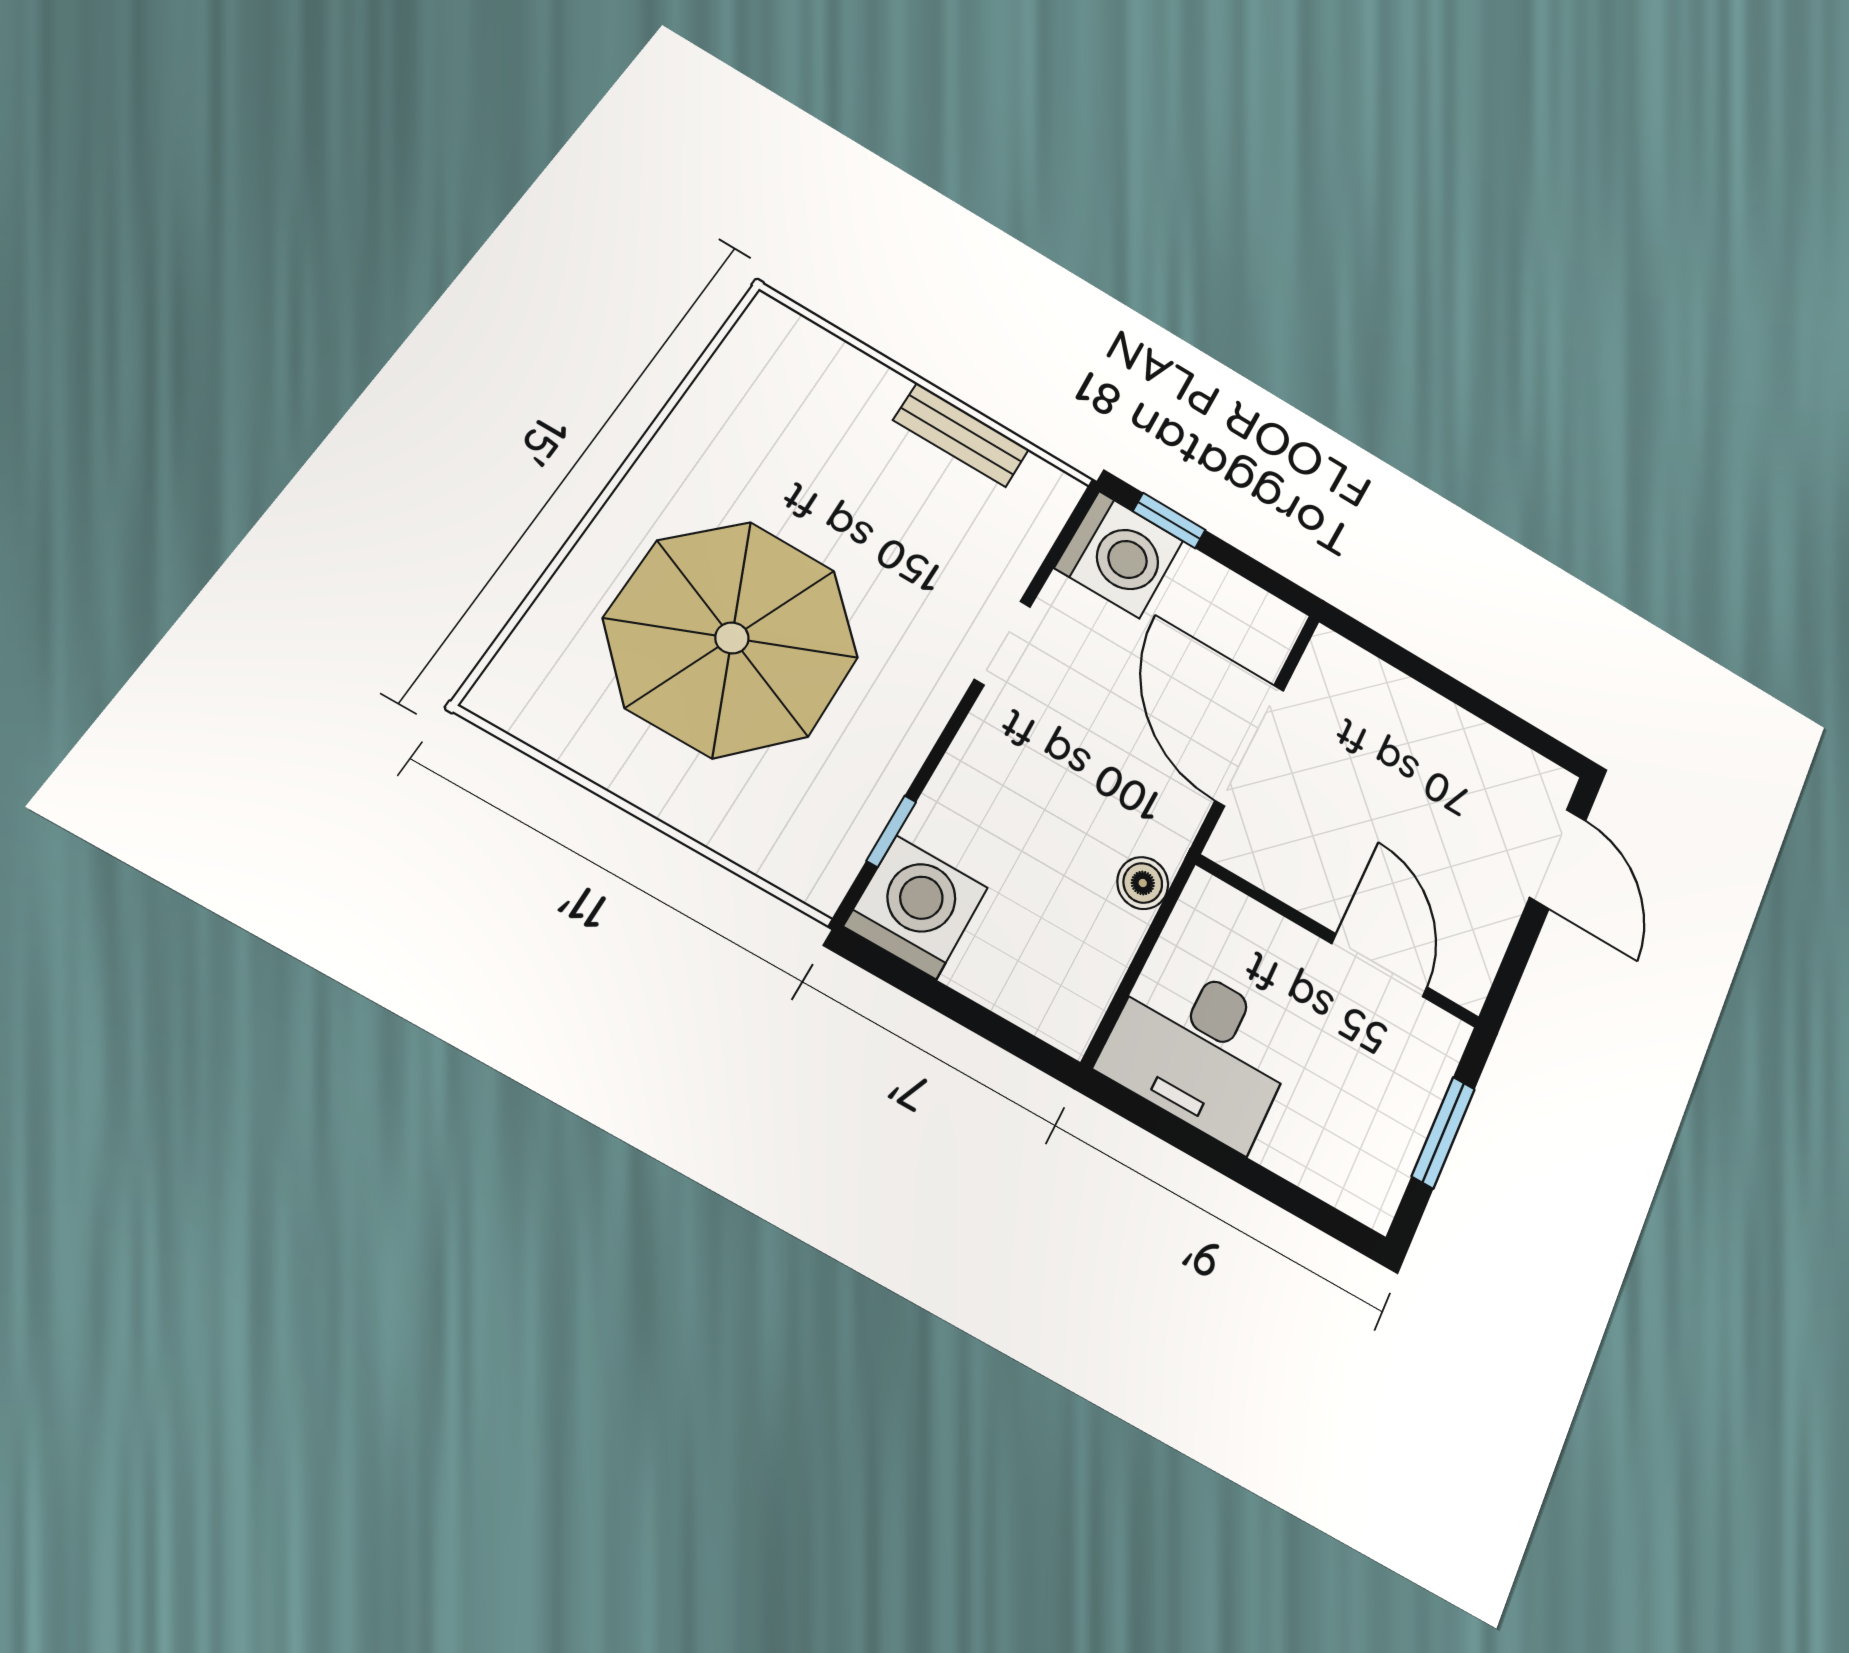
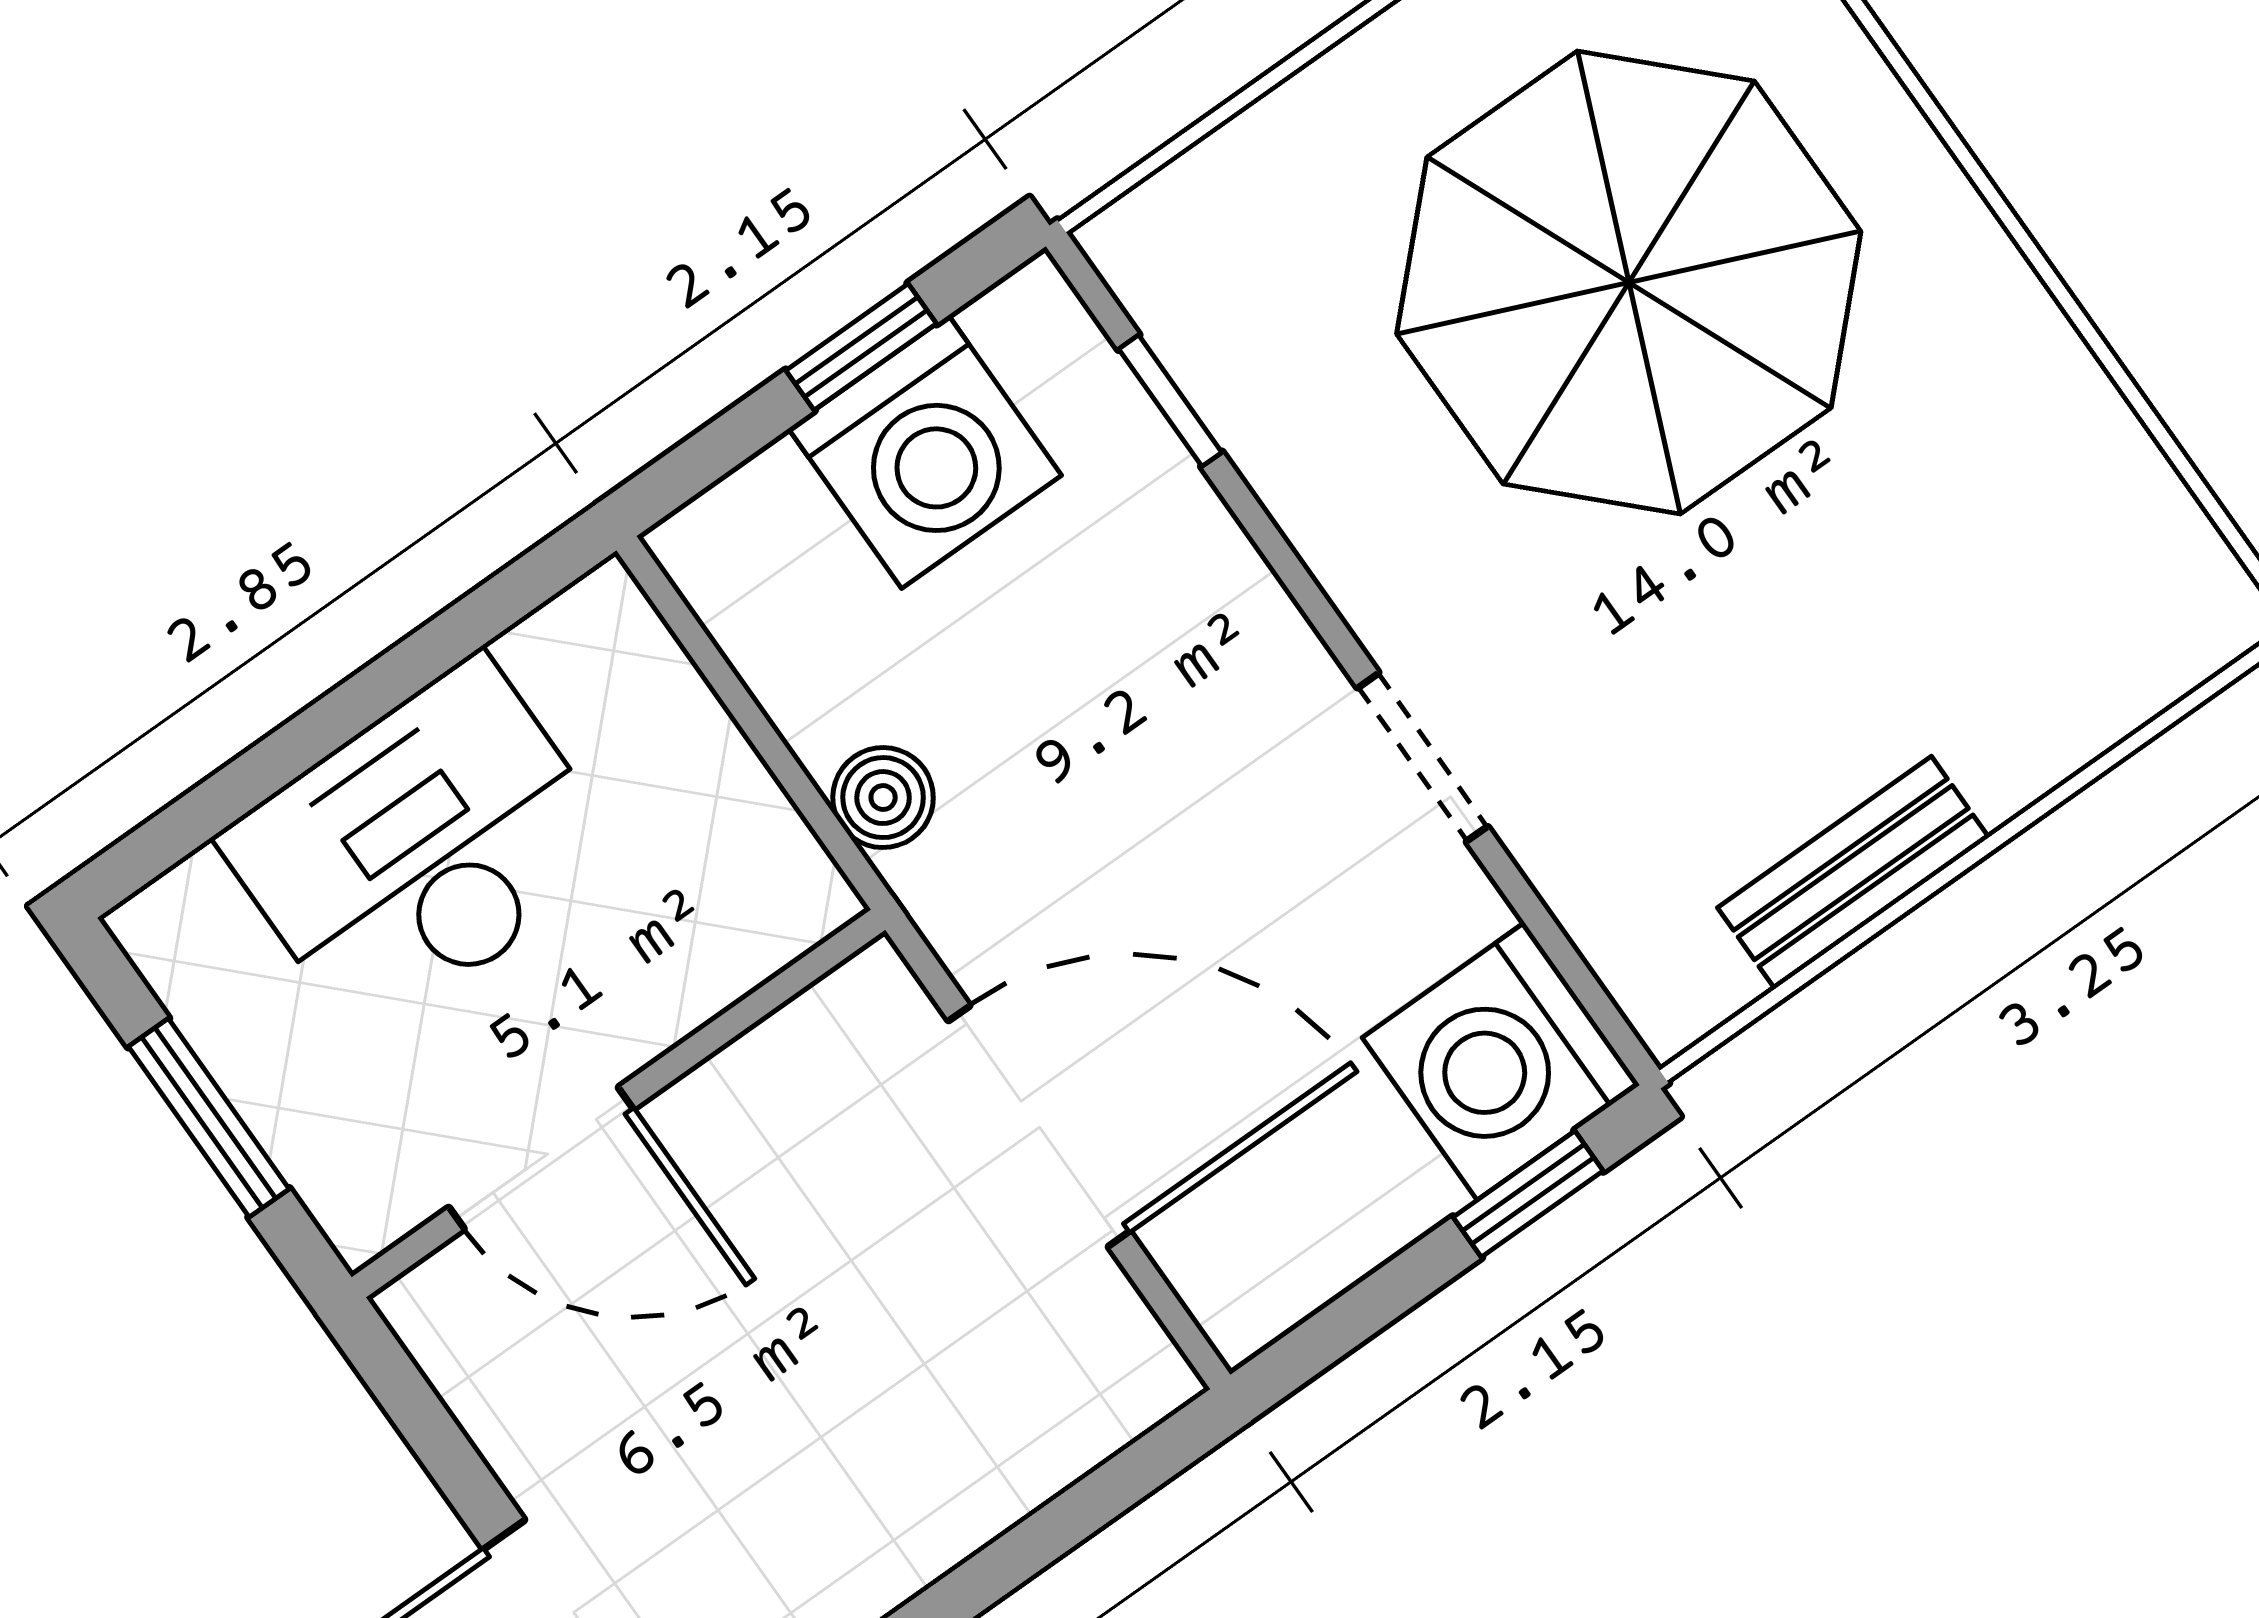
washing machine: (916, 907) -> (925, 452), moved
window: (936, 995) -> (861, 347), added
desk: (1200, 1050) -> (422, 848), moved

